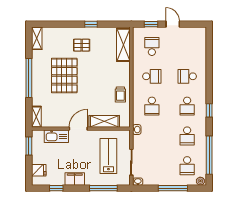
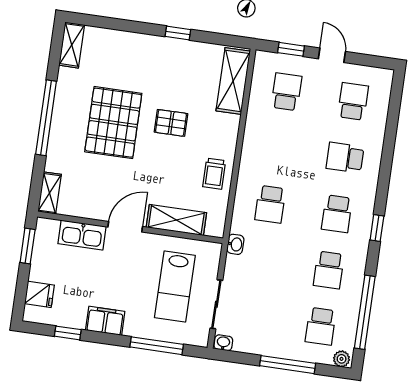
pallet: (82, 45) -> (171, 123), moved
school desk: (152, 76) -> (353, 101), moved, turned -90
lab bench: (108, 156) -> (175, 287), turned 180

